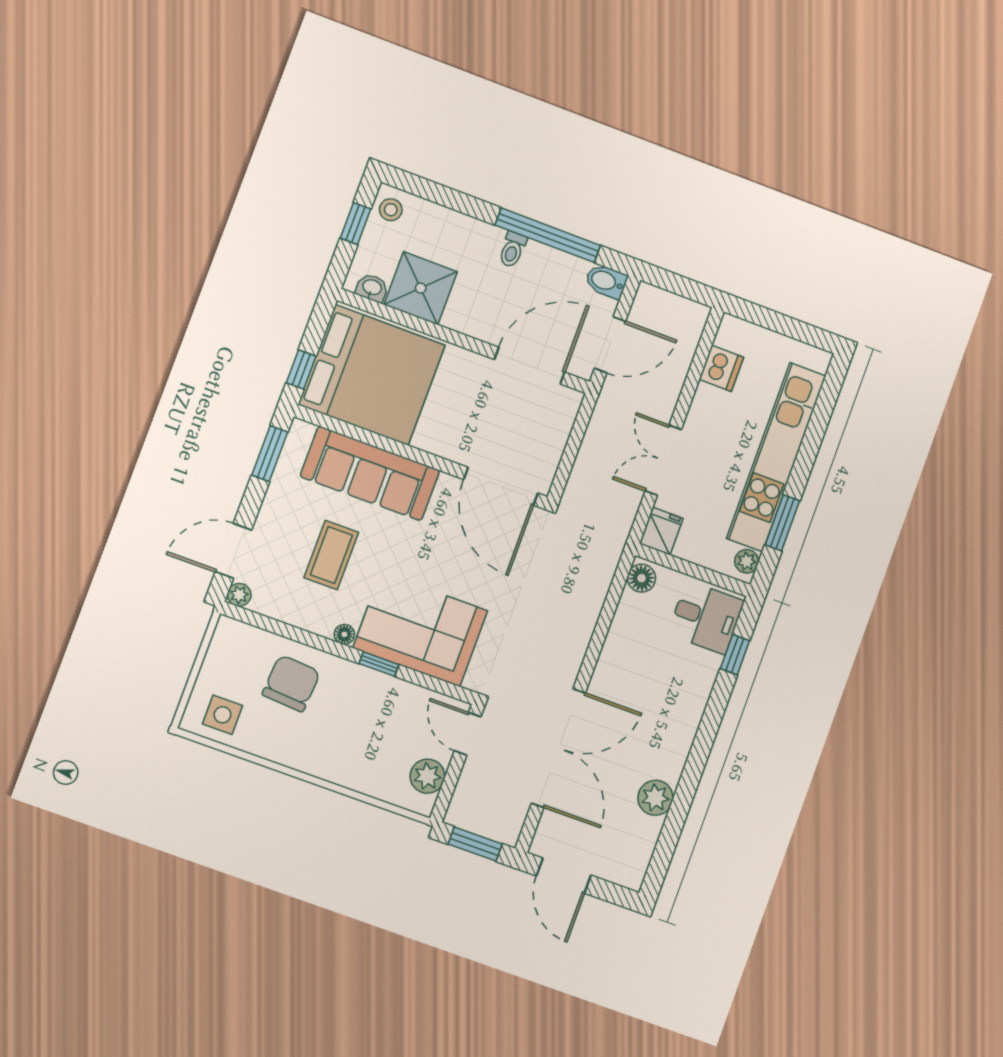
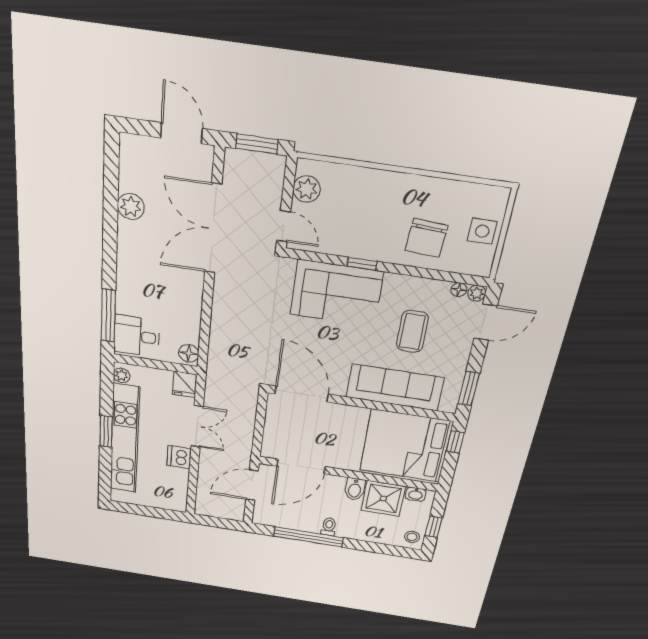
bidet: (606, 281) -> (355, 489), moved, turned 90
dishwasher: (721, 368) -> (179, 457), moved
window: (782, 523) -> (106, 431), moved
floor lamp: (344, 634) -> (459, 290), moved
window: (735, 655) -> (108, 316), width x2.17
side table: (222, 715) -> (482, 231), moved

